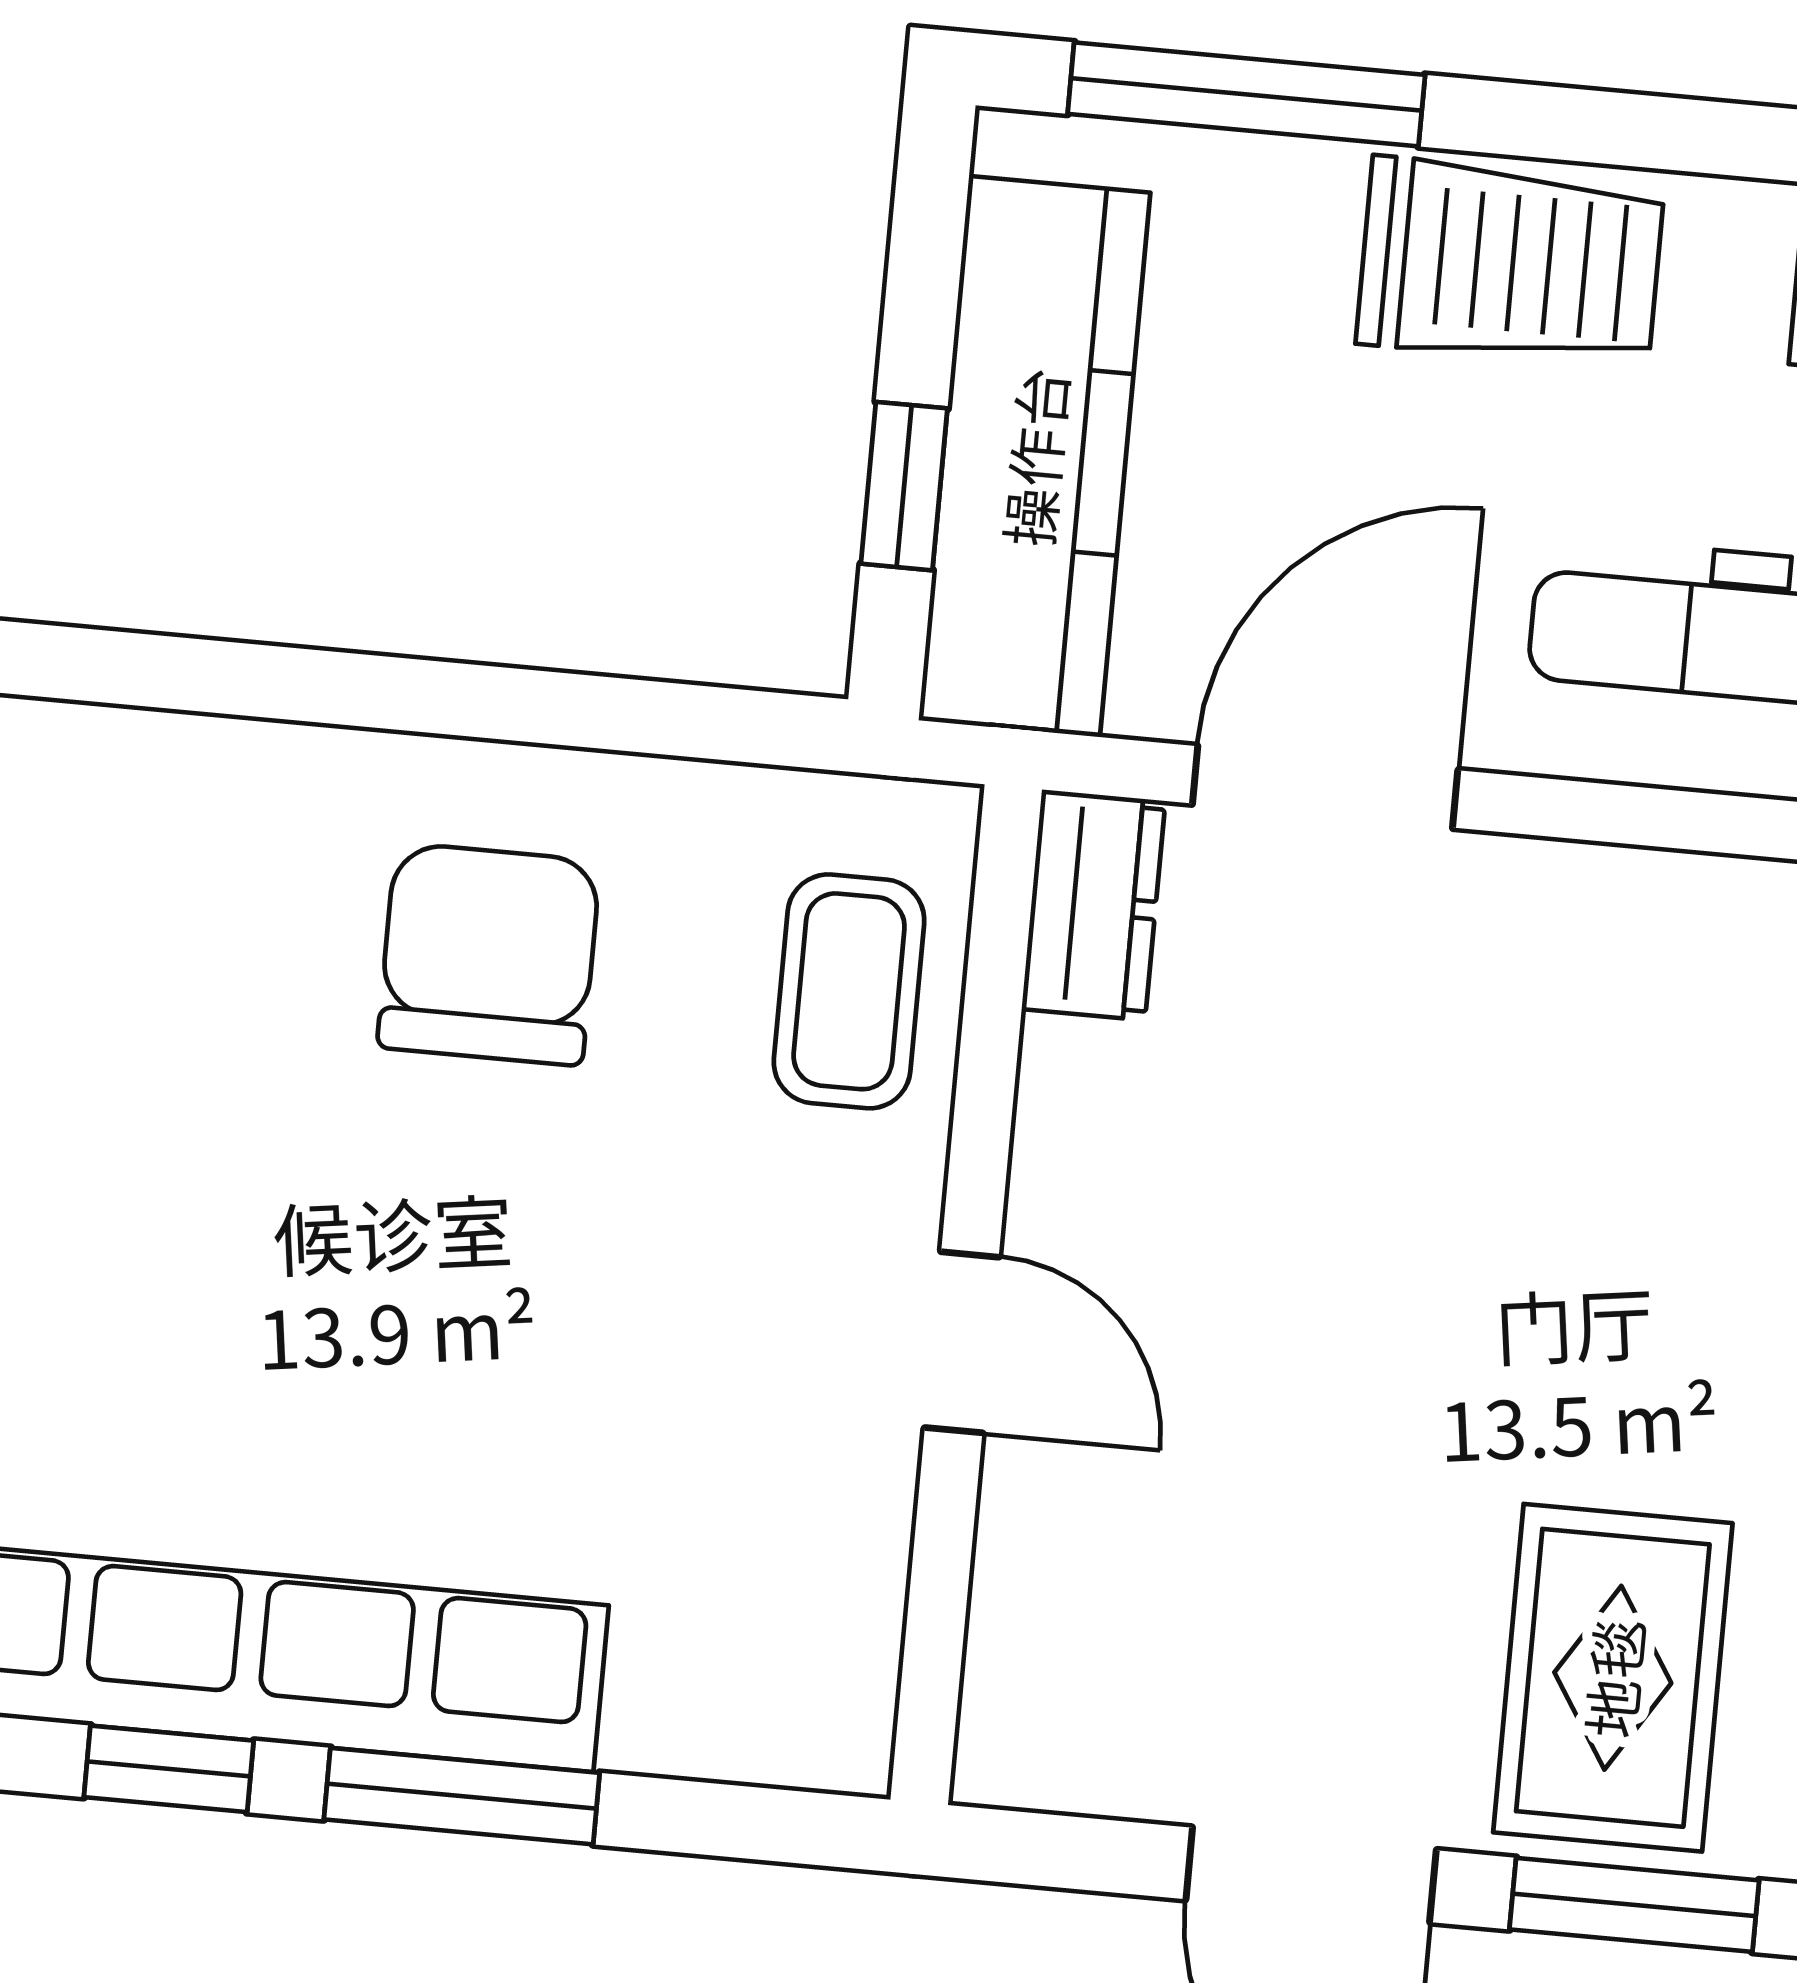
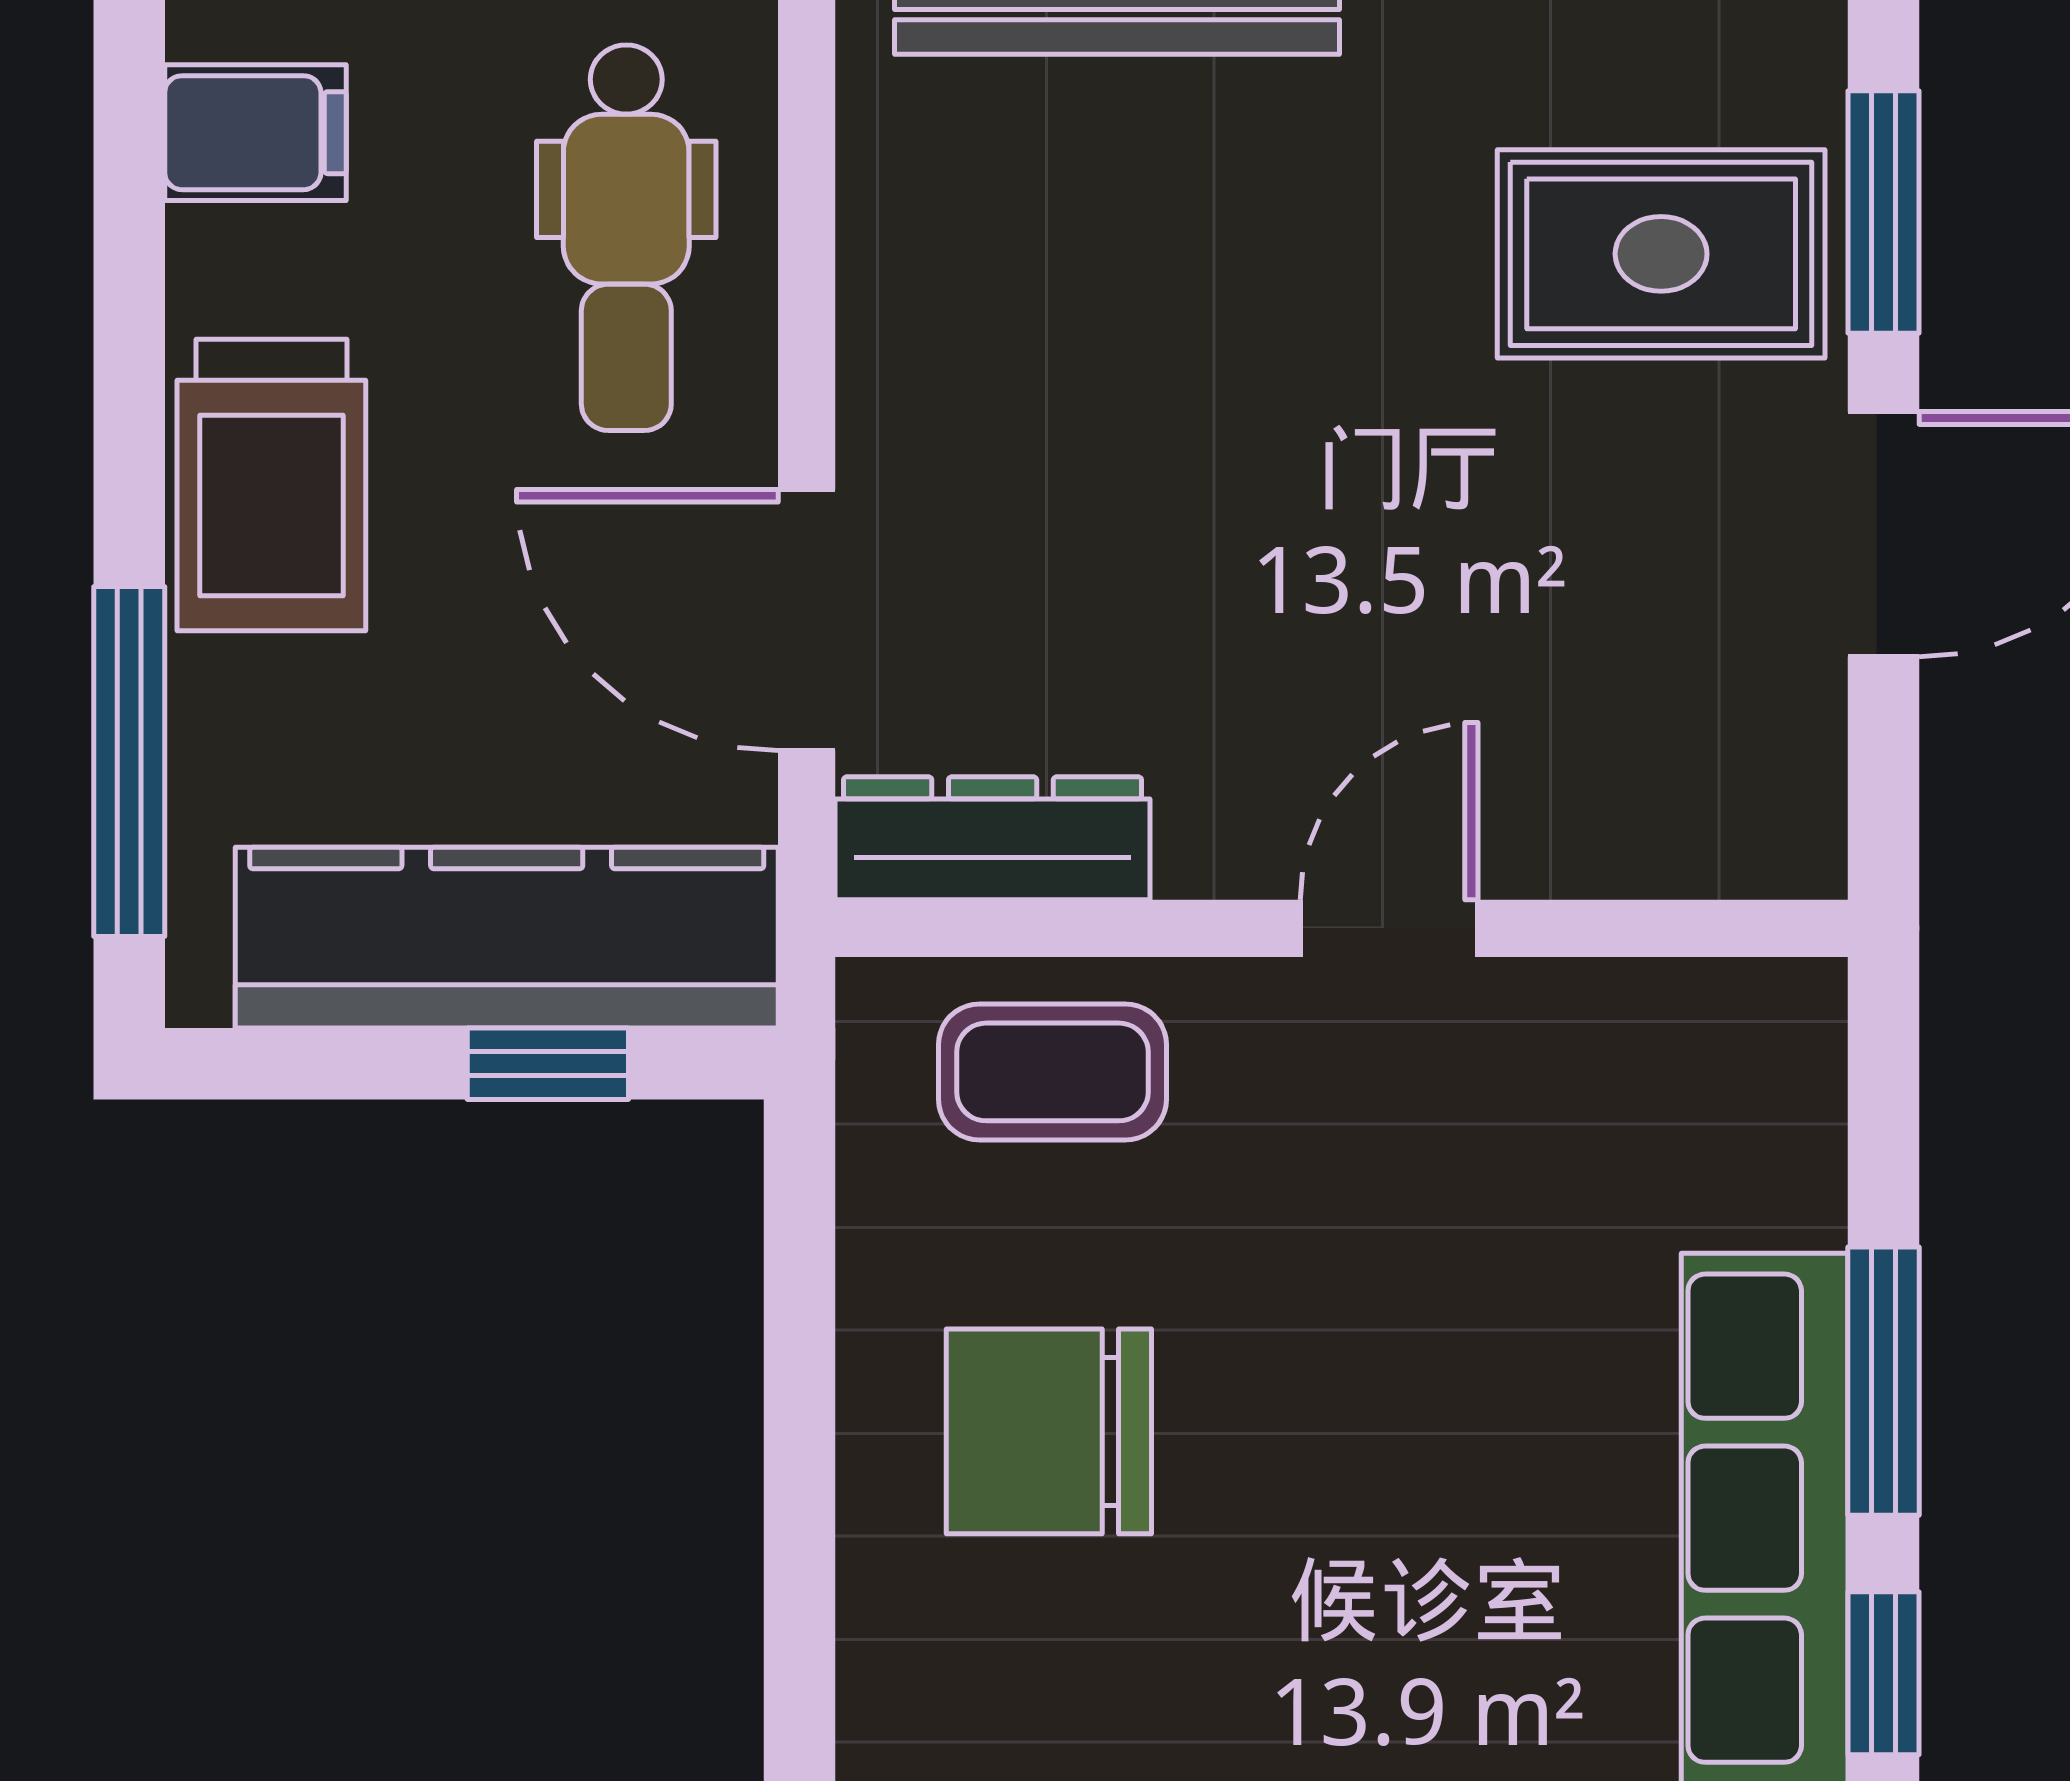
trolley: (1510, 263) -> (271, 485), turned 180
dresser: (1093, 905) -> (993, 838), width x1.44

